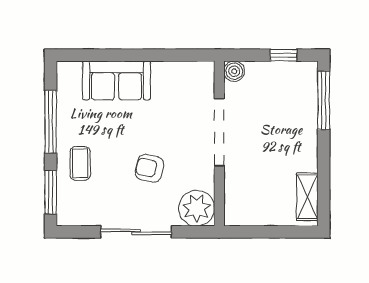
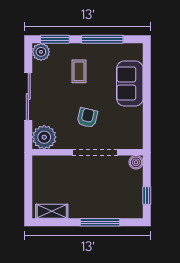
window: (324, 100) -> (100, 222), moved
coffee table: (80, 163) -> (79, 71), moved, turned 90
armchair: (149, 168) -> (87, 118), moved
plant: (69, 213) -> (41, 52), added

